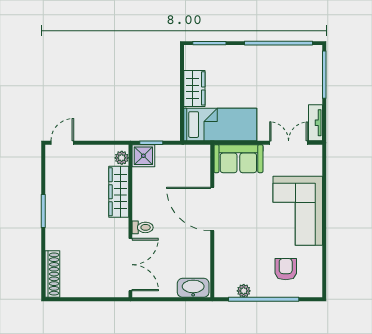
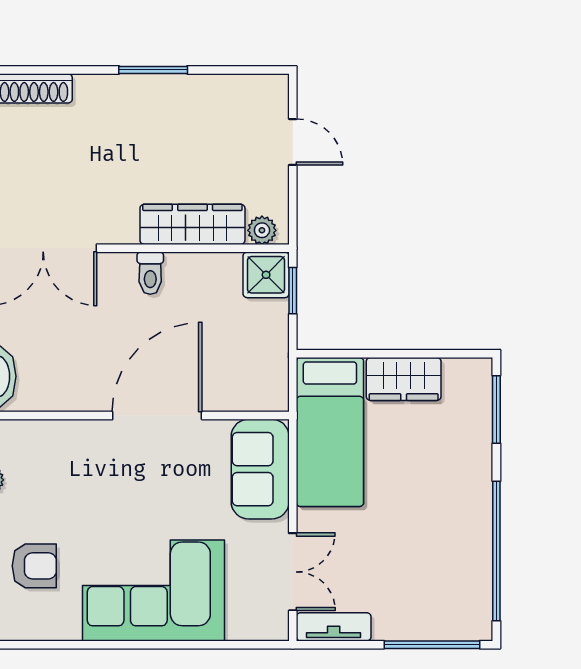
door: (62, 143) -> (293, 142), moved
toilet: (143, 227) -> (150, 273), moved

